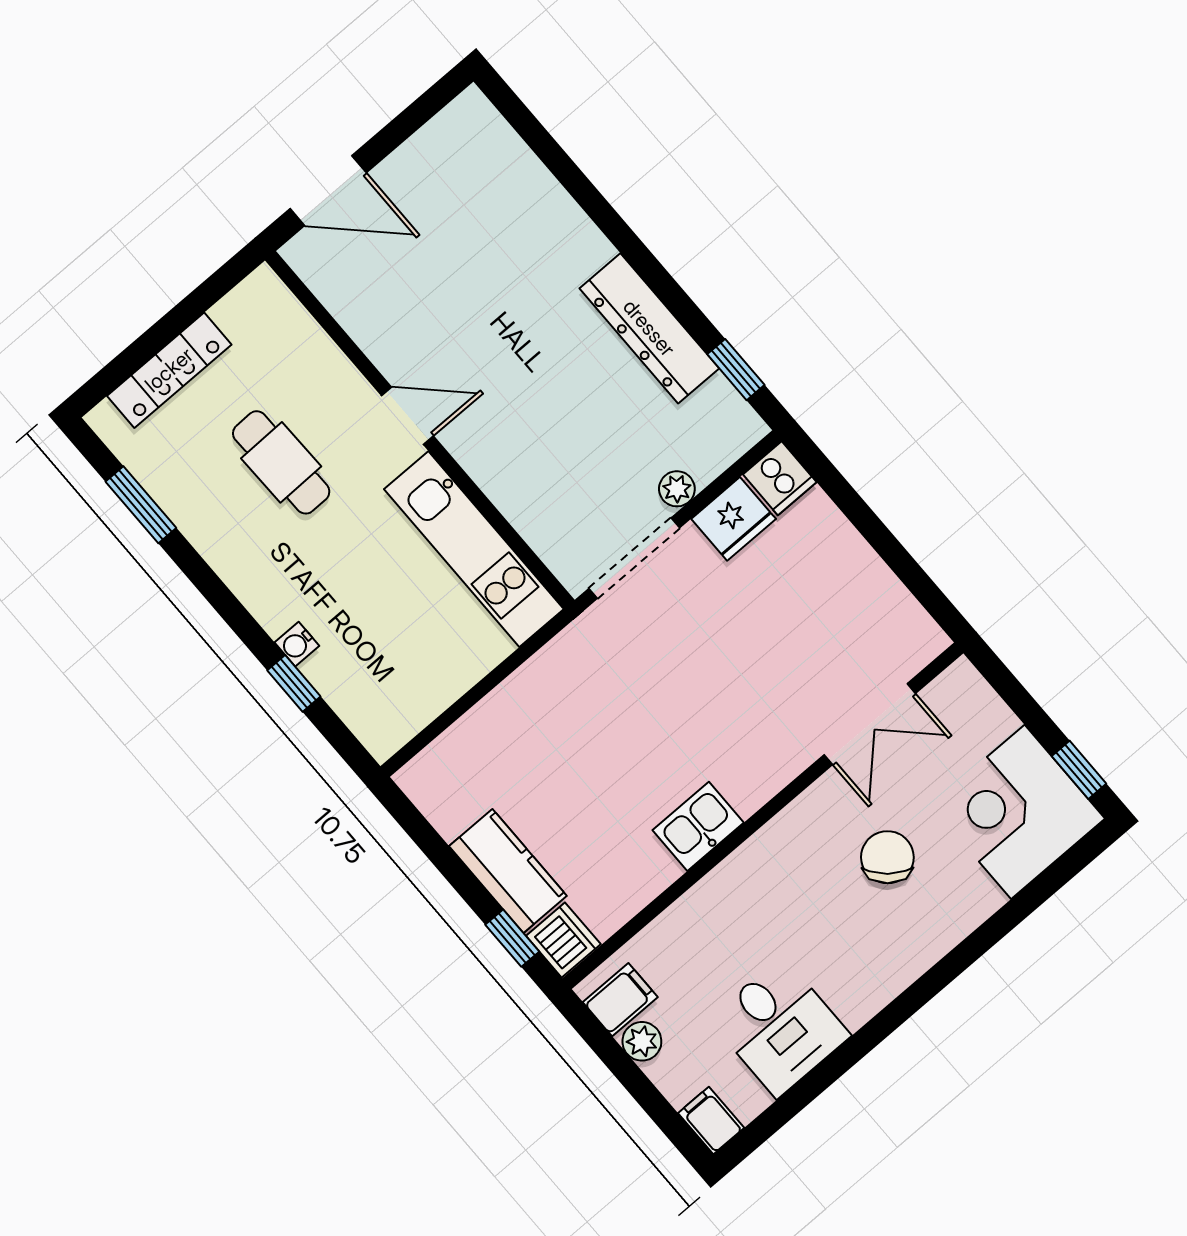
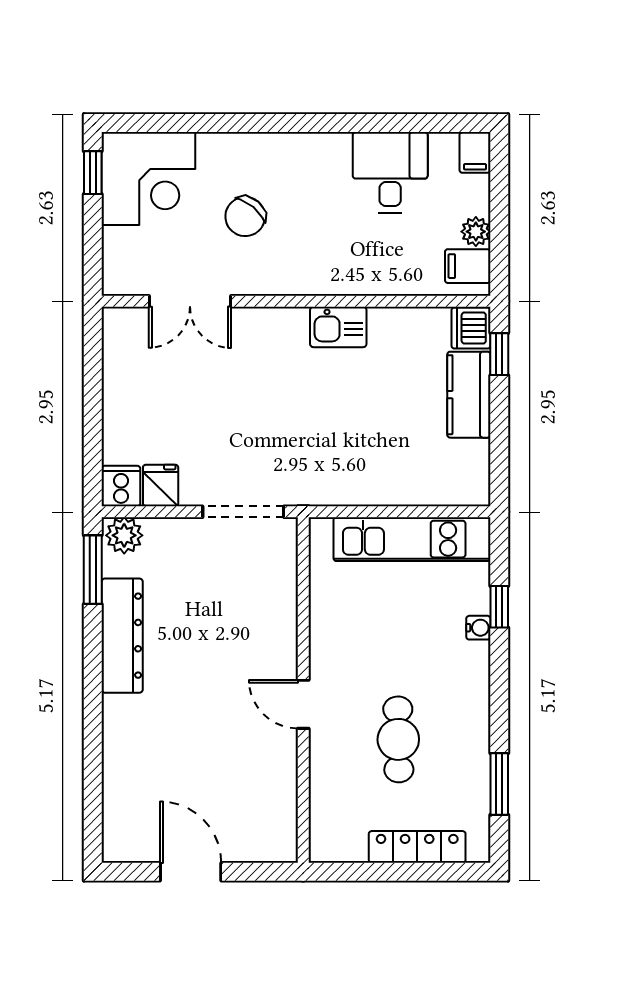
door: (328, 191) -> (191, 872), moved
window: (736, 370) -> (93, 570), width x1.50
plant: (677, 489) -> (124, 535), moved, width x1.38, depth x1.38
fridge: (734, 519) -> (161, 485), width x0.72
kitchen unit: (474, 549) -> (412, 539), moved, turned 90
double door: (870, 724) -> (190, 301), swing flipped

